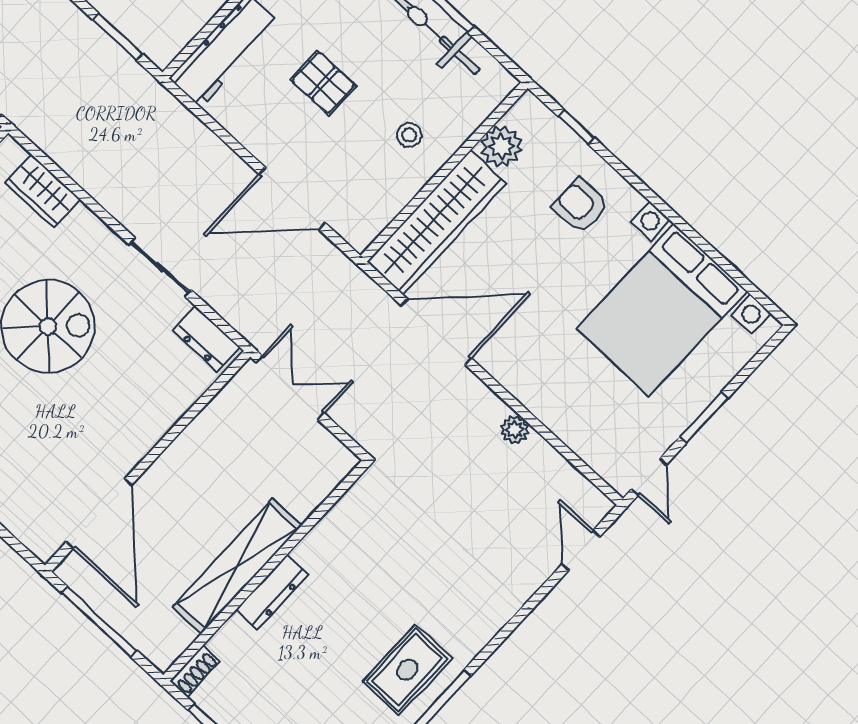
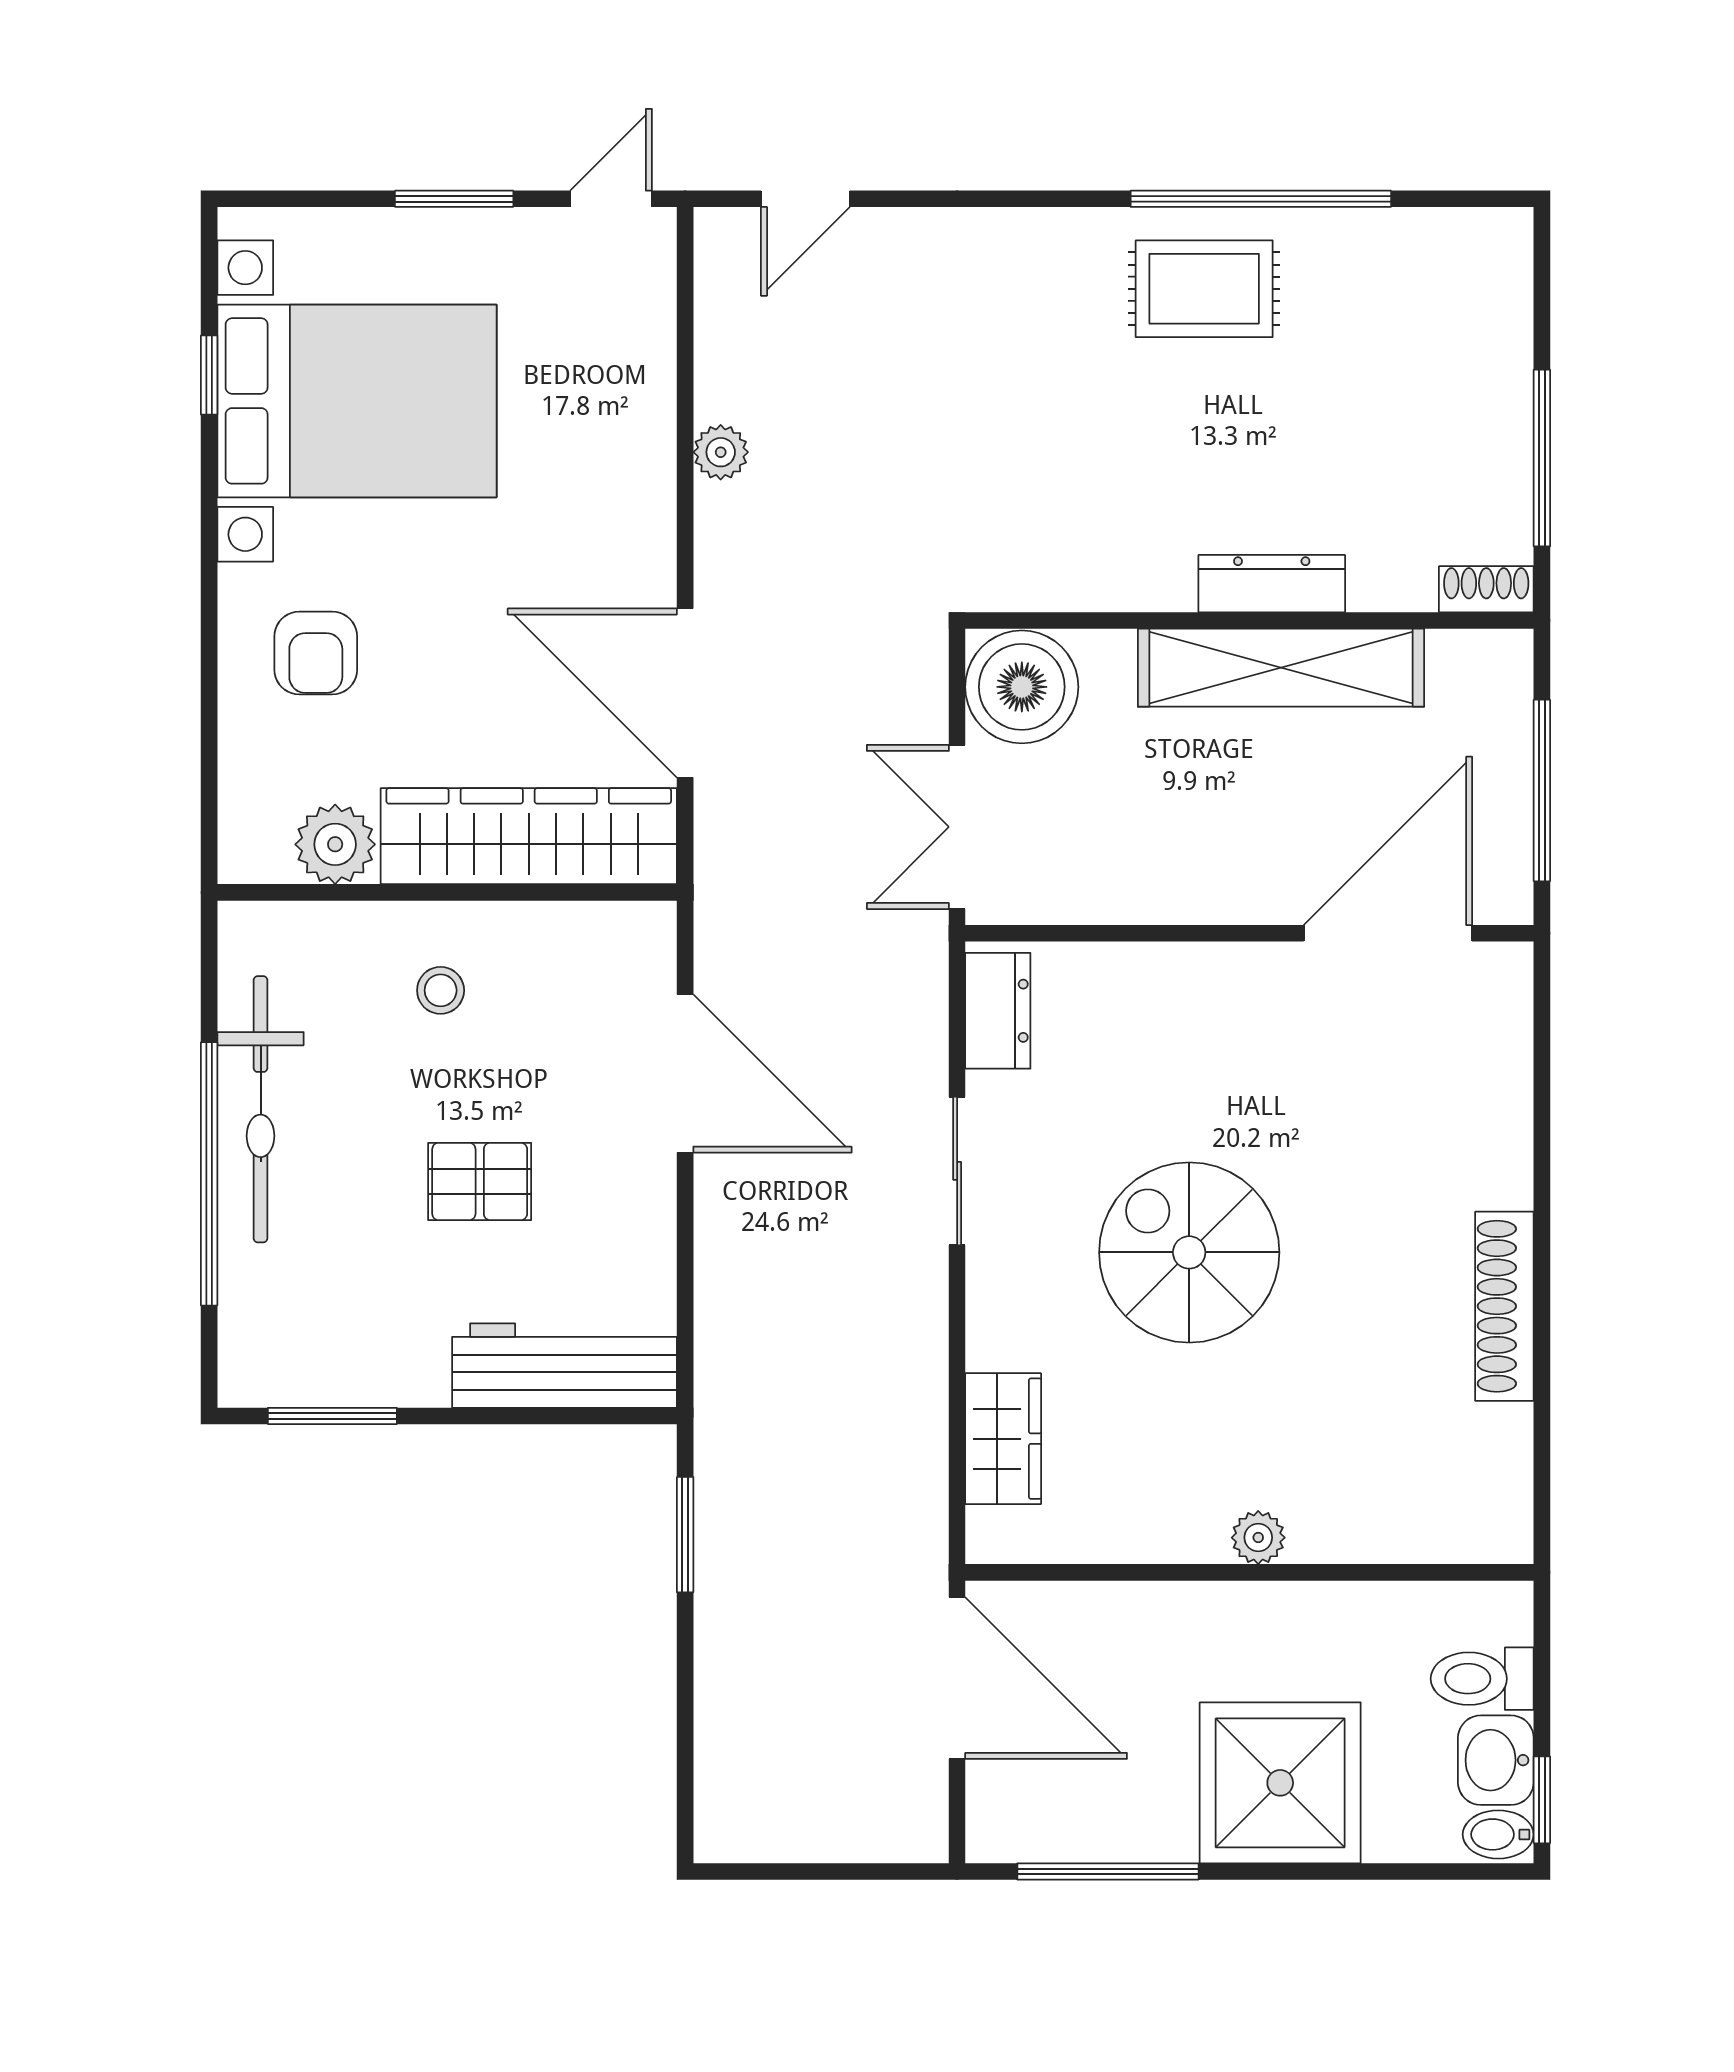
pallet: (323, 83) -> (480, 1181), turned 90
window: (576, 127) -> (209, 375), moved
boiler: (321, 461) -> (1022, 687), added

